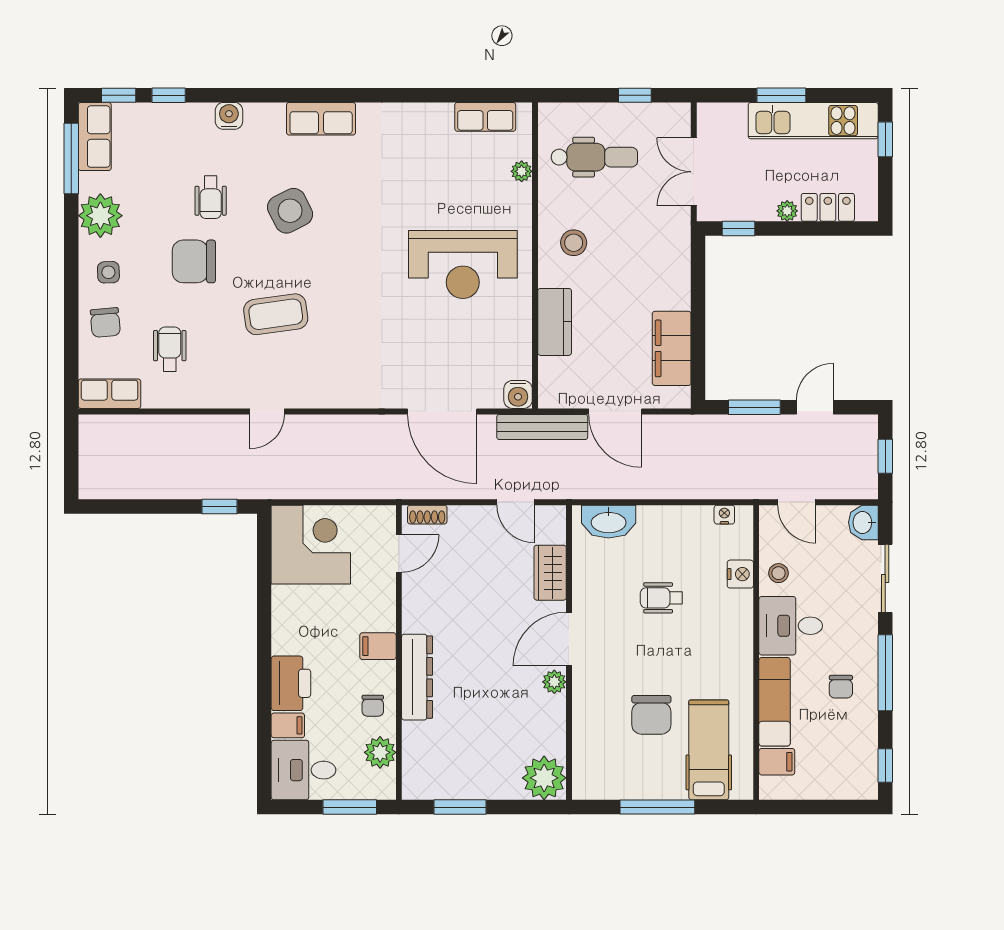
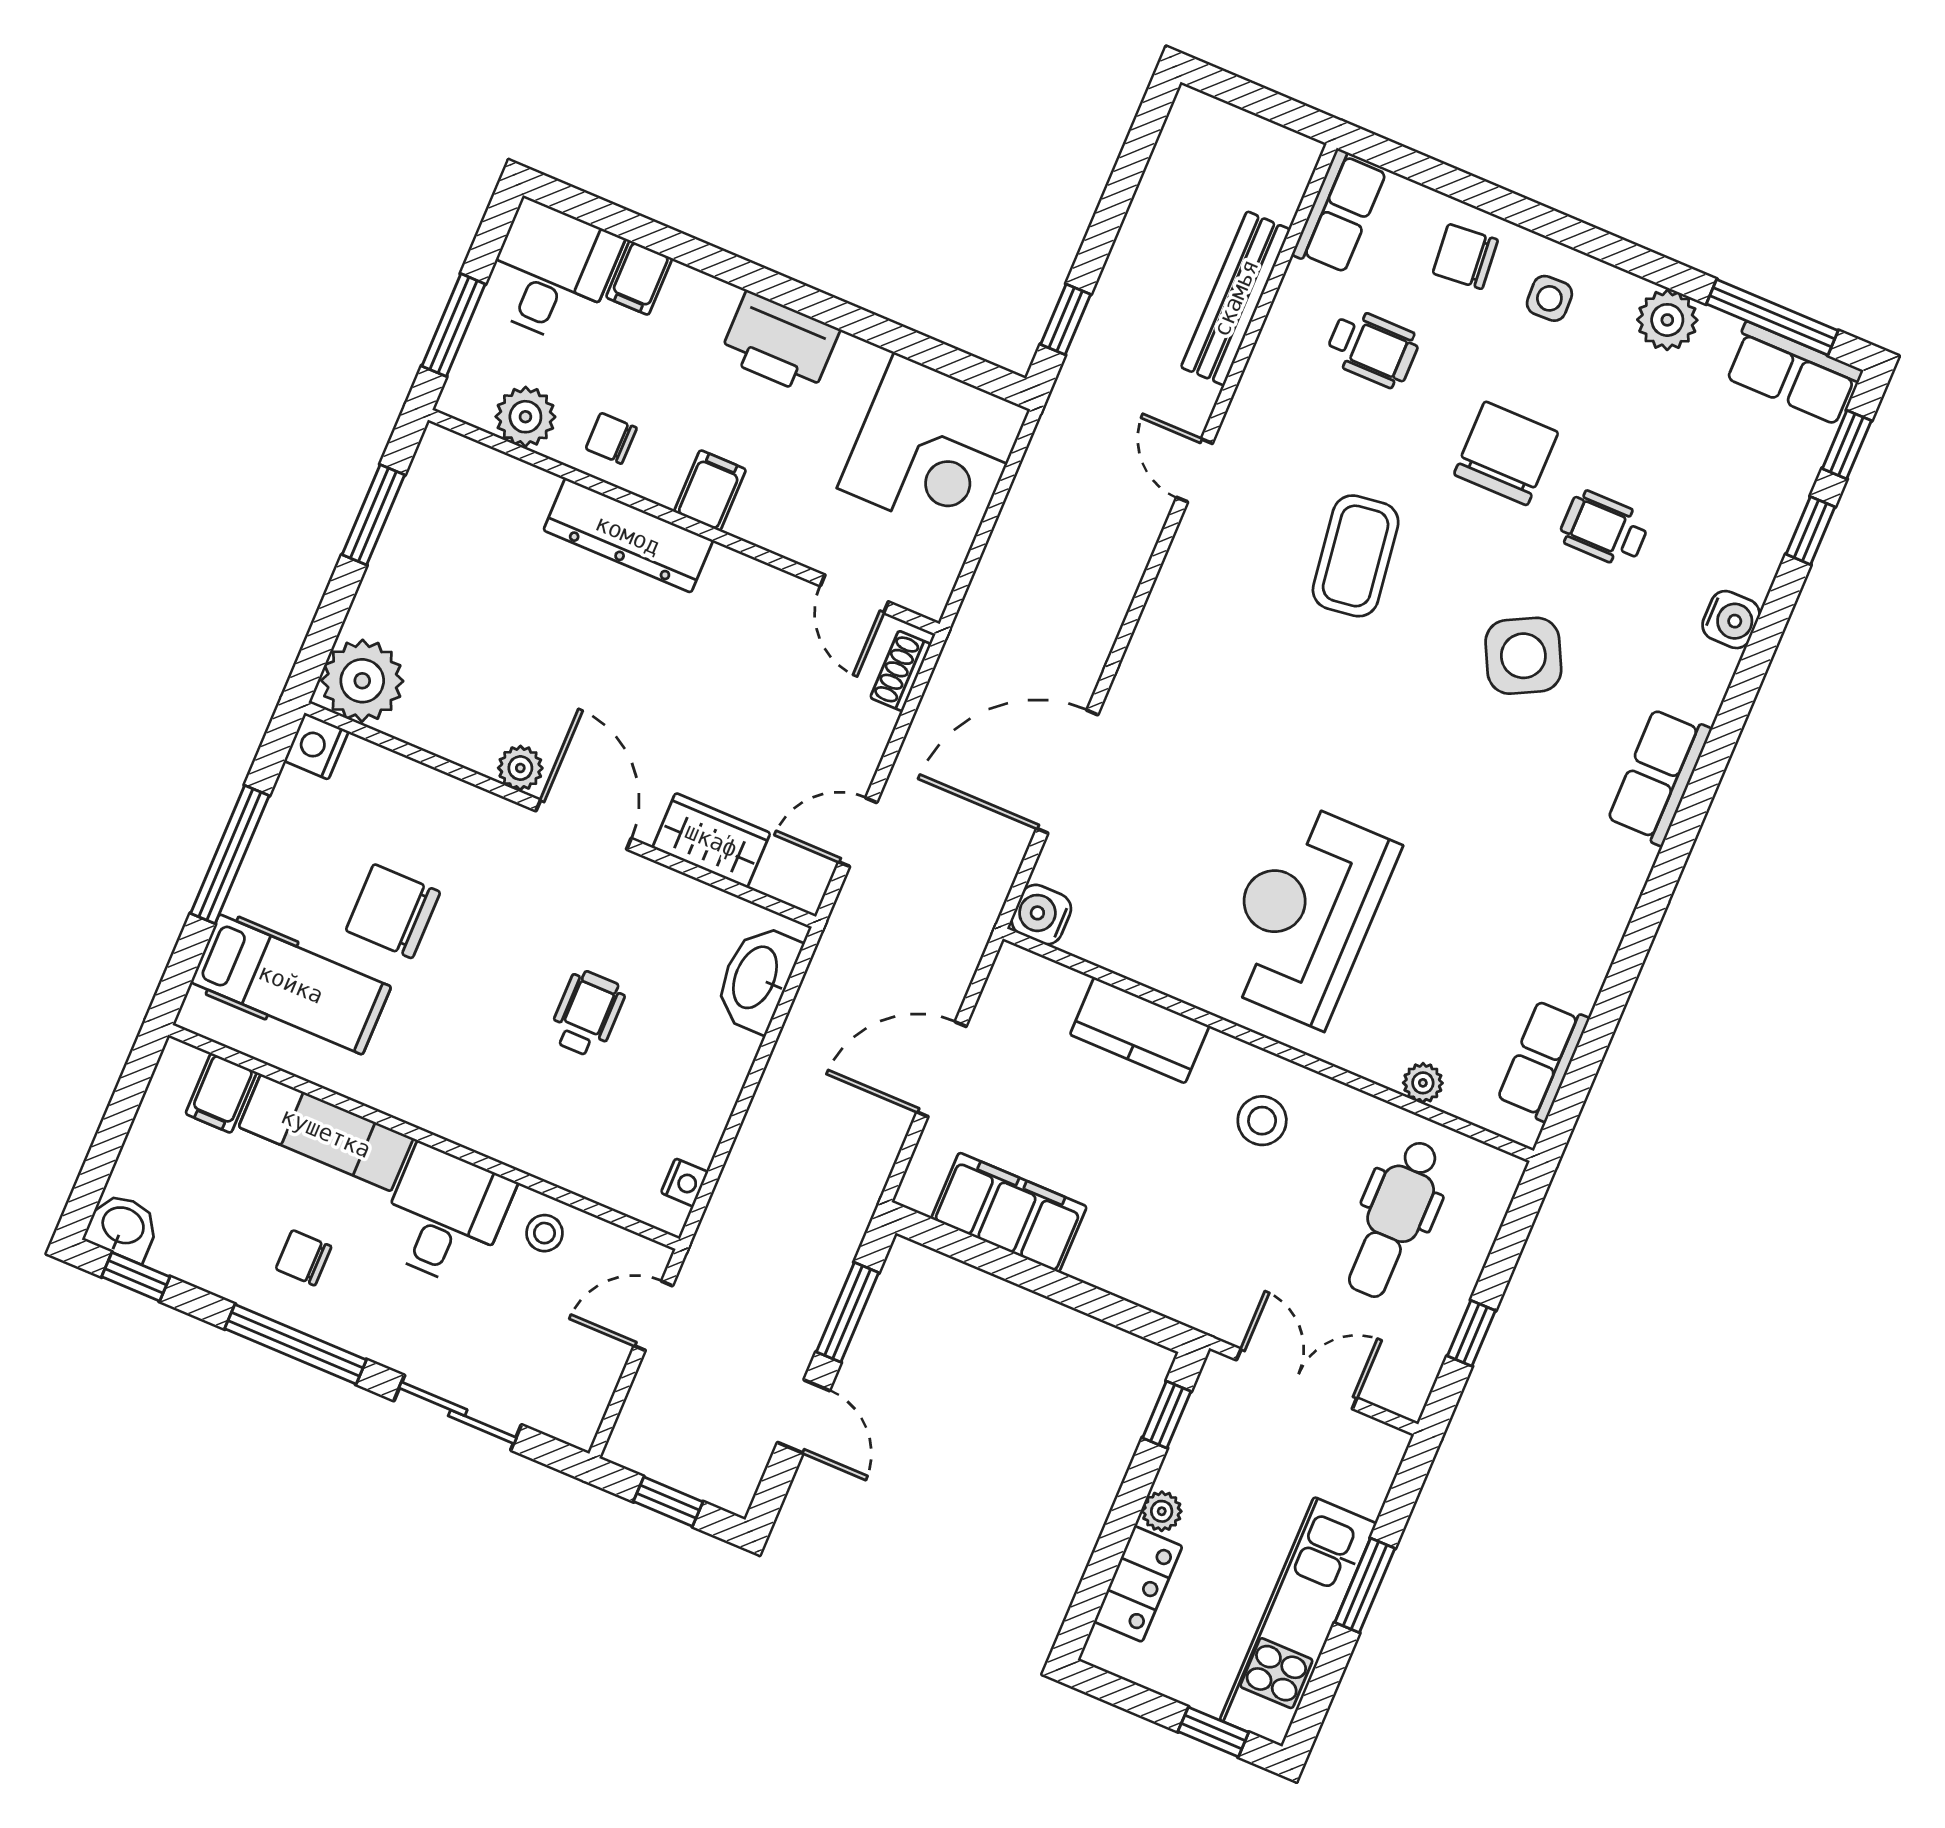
plant: (100, 216) -> (1667, 320), width x0.73, depth x0.73
bench: (542, 427) -> (1236, 298), moved
washbasin: (863, 522) -> (122, 1227), moved
nightstand: (740, 574) -> (316, 746), moved, turned 90
printer: (291, 683) -> (779, 343), moved

